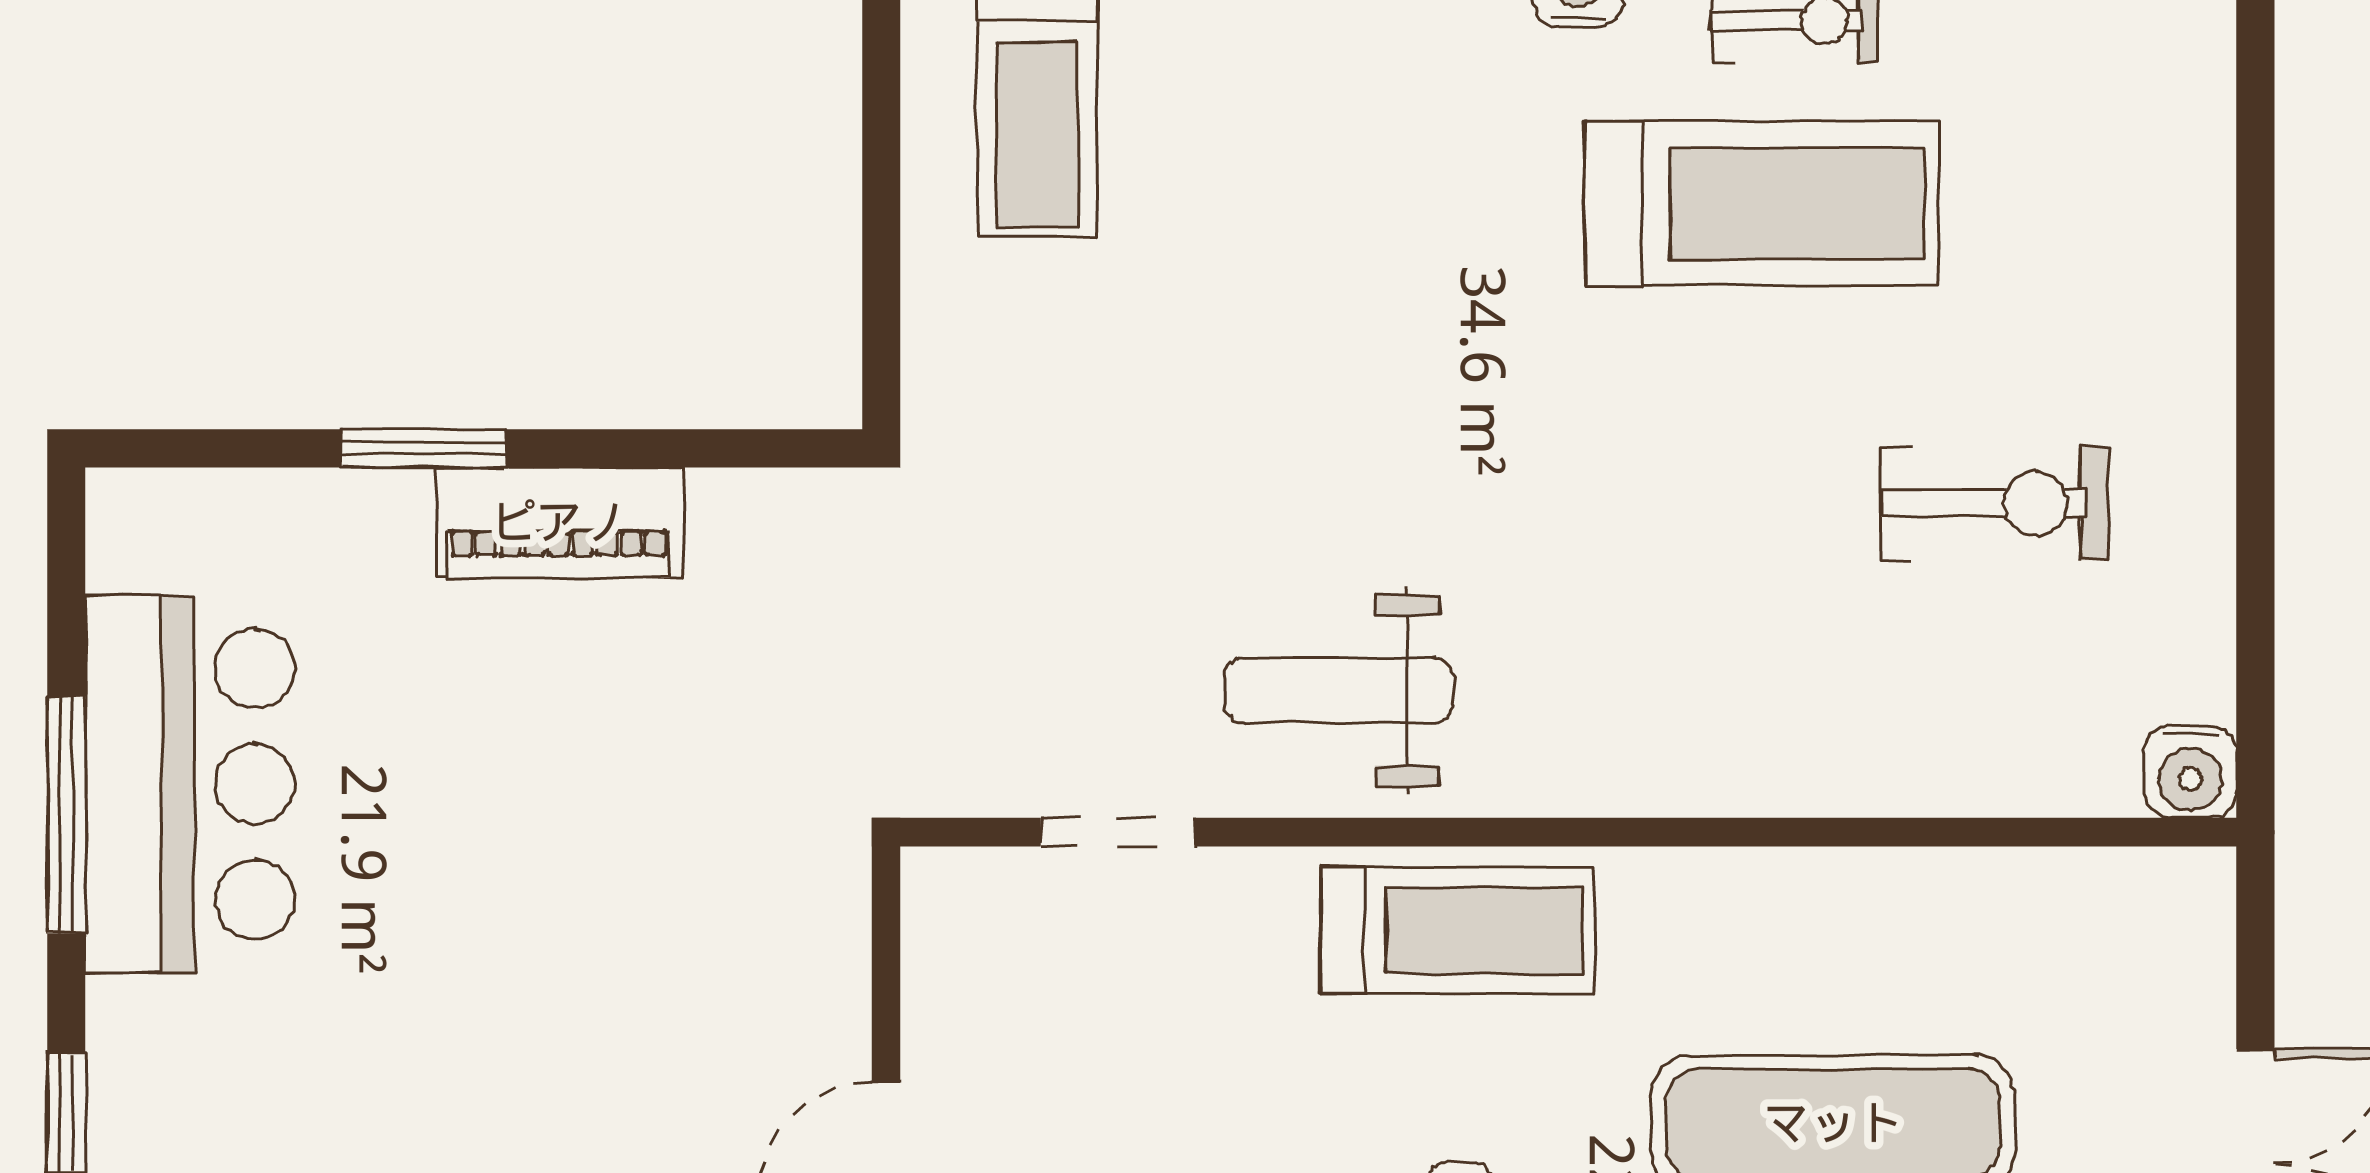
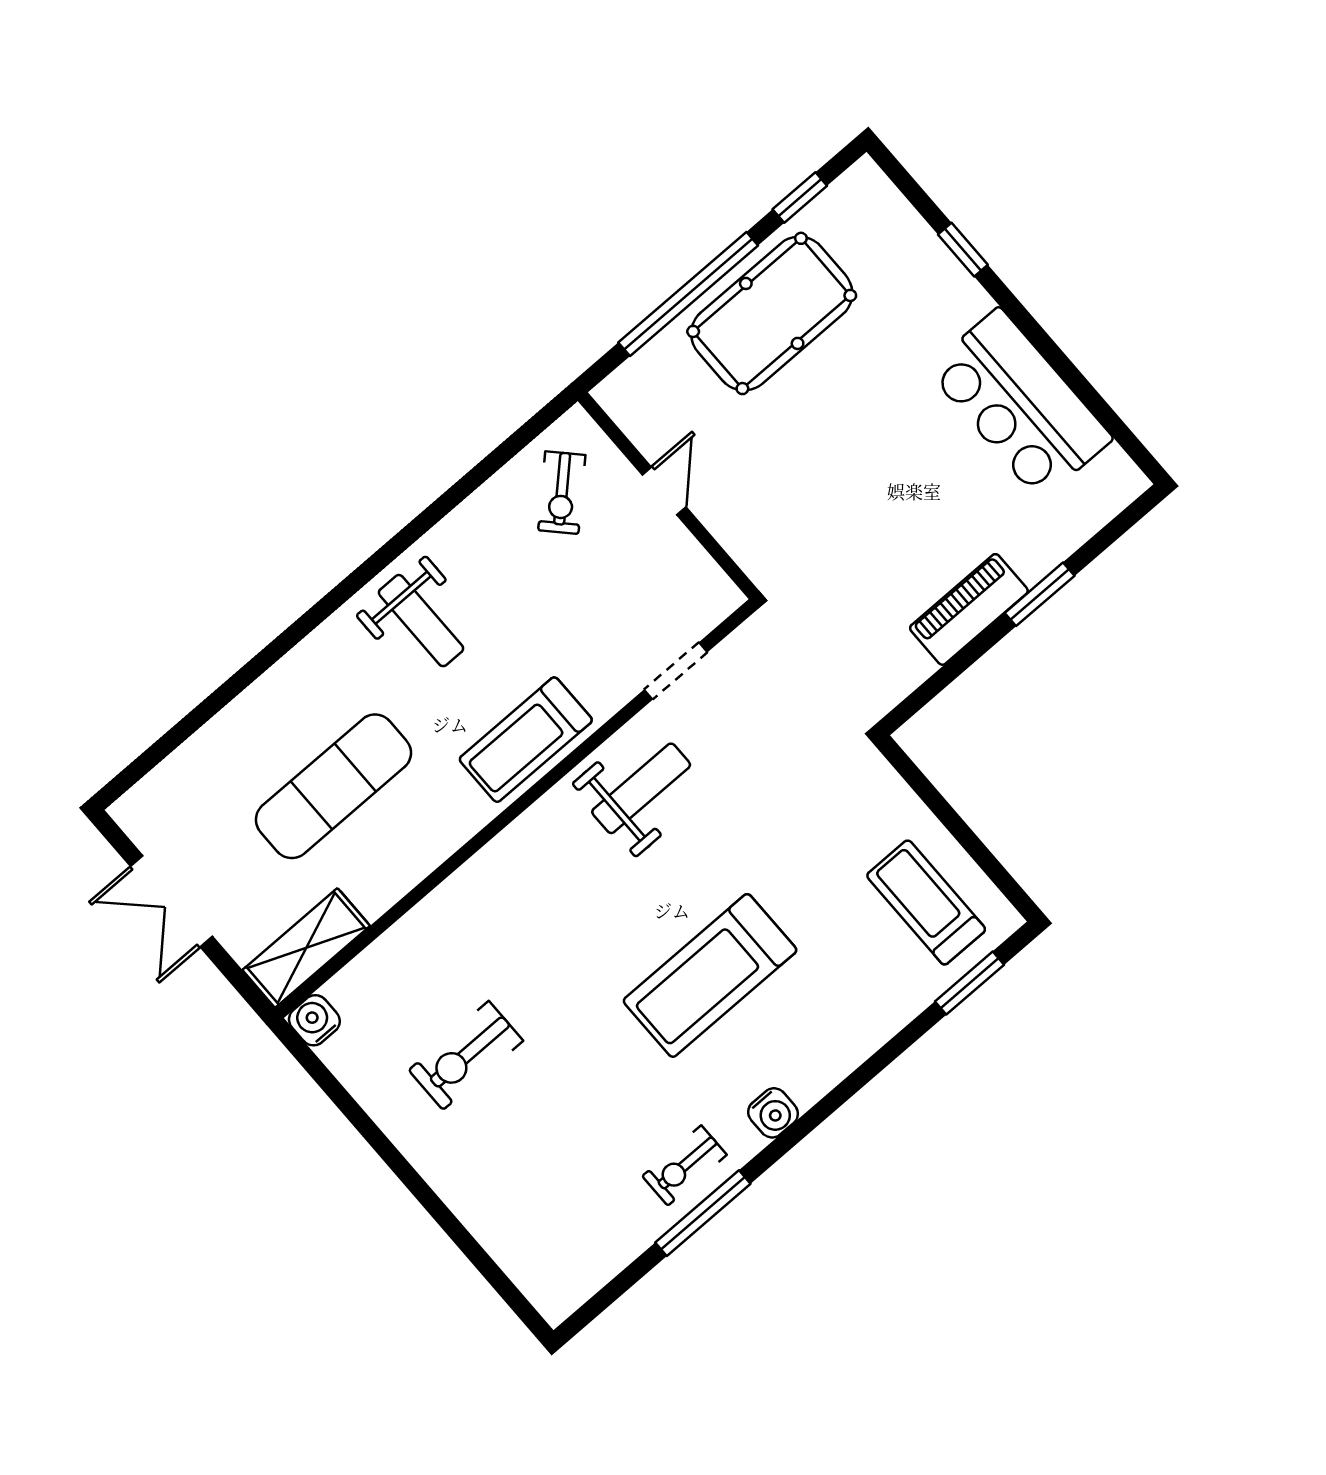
treadmill: (1762, 203) -> (710, 975), moved
window: (66, 815) -> (1054, 355), removed
shelving: (2102, 900) -> (306, 948), added

